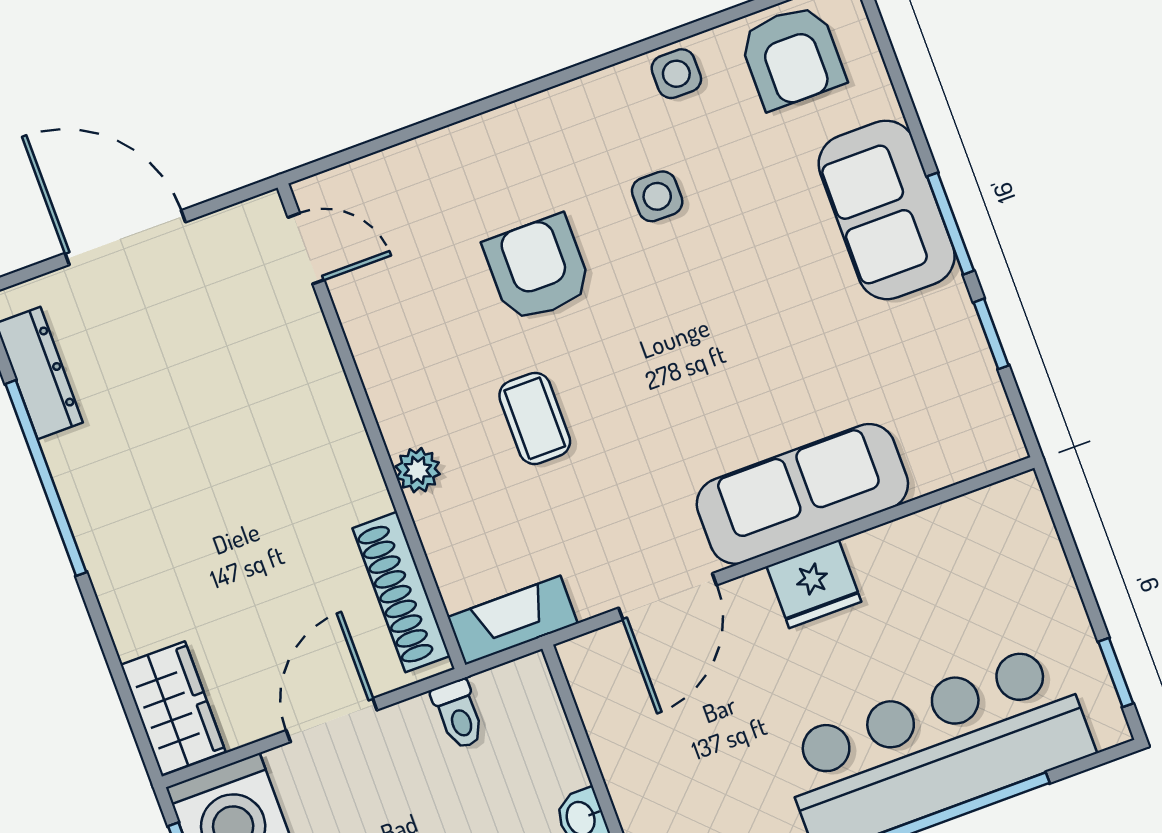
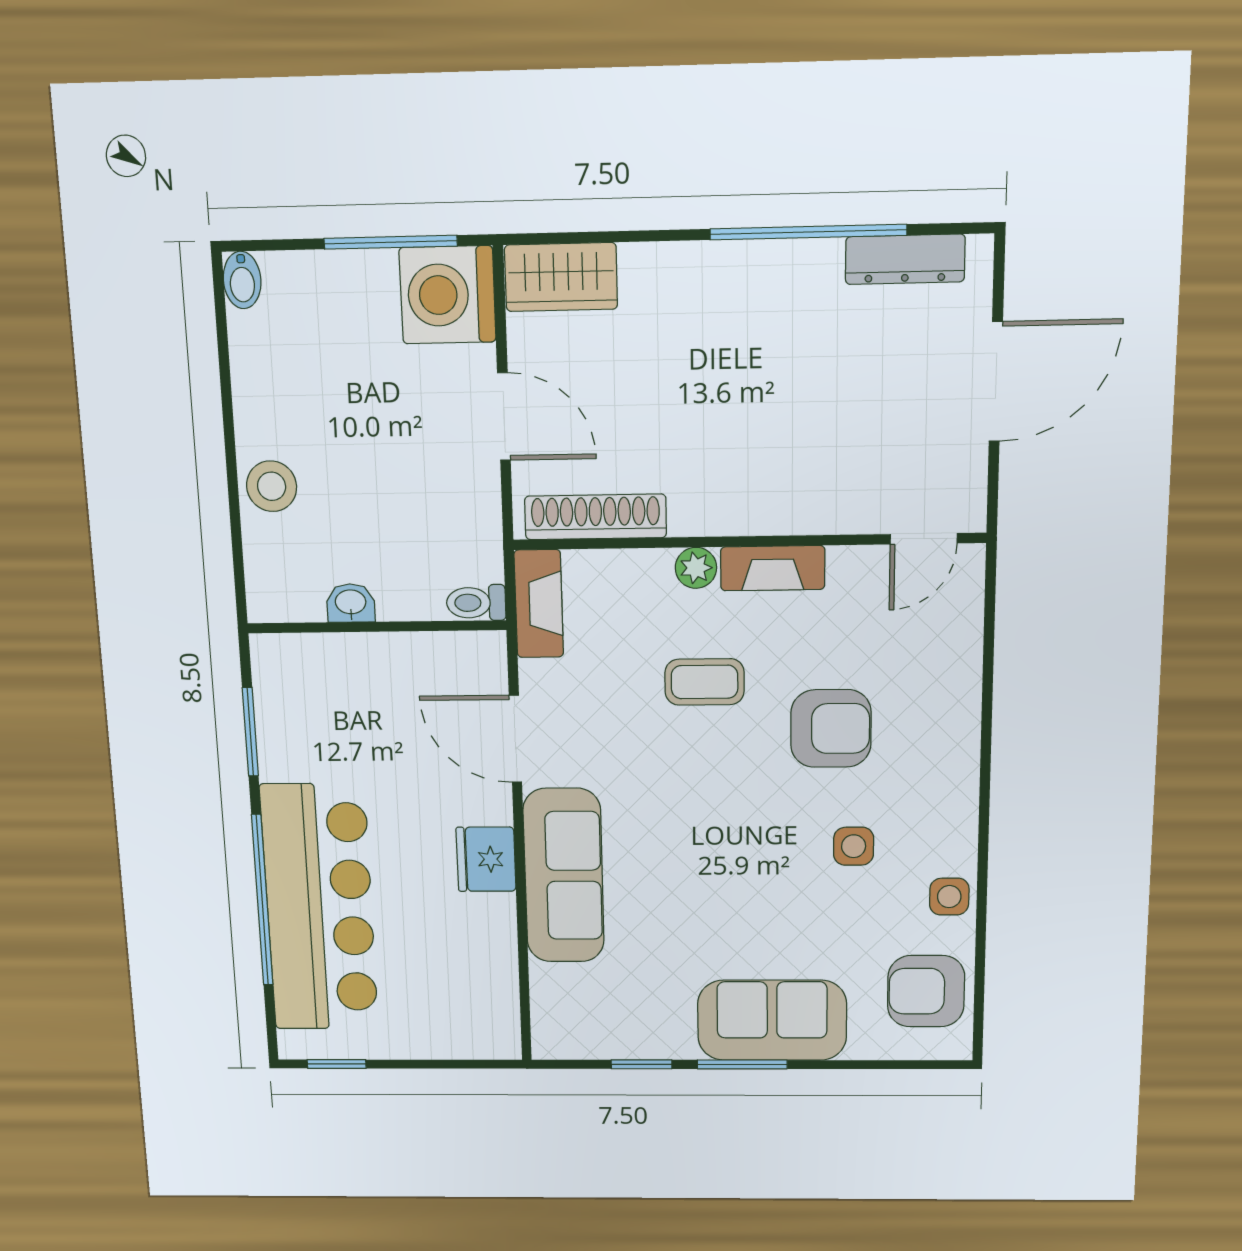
fireplace: (390, 391) -> (773, 568), added
toilet: (458, 714) -> (476, 603), moved

